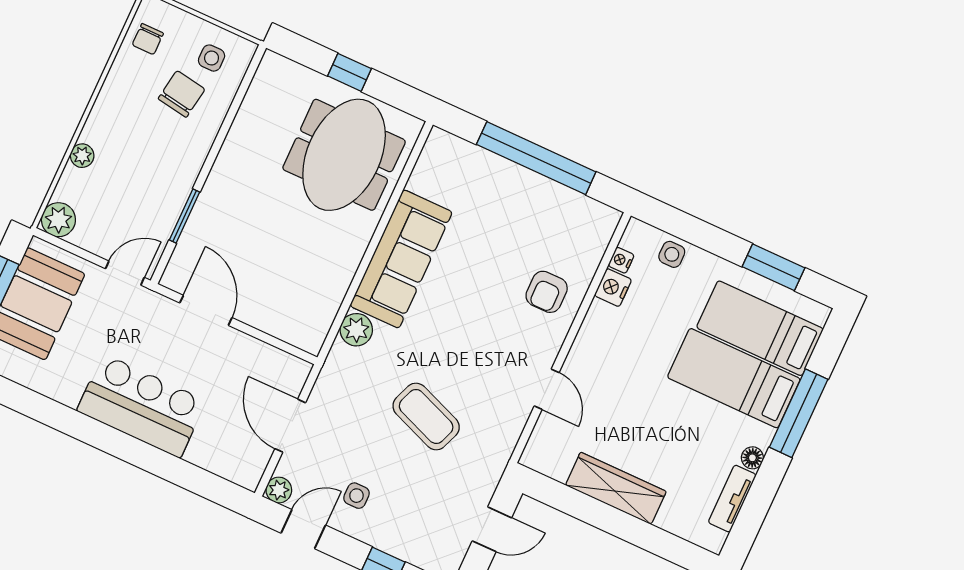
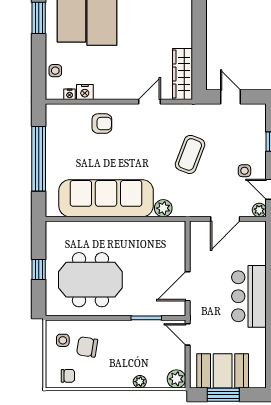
meeting table: (344, 155) -> (90, 280), moved
sofa: (401, 259) -> (106, 198), width x1.36, depth x1.27
wardrobe: (616, 488) -> (182, 74), moved

